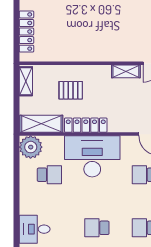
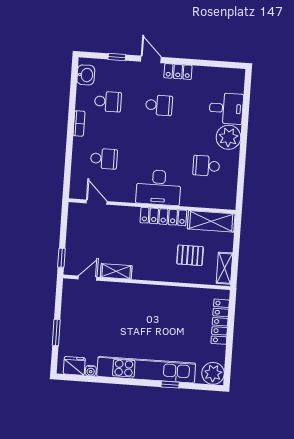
pallet: (71, 90) -> (190, 255), moved
plant: (31, 147) -> (228, 137), moved
desk: (92, 156) -> (158, 187), width x0.73, depth x0.77

